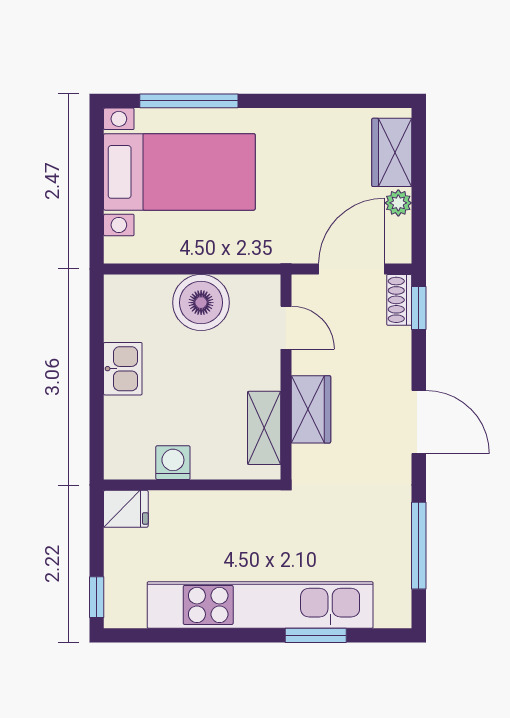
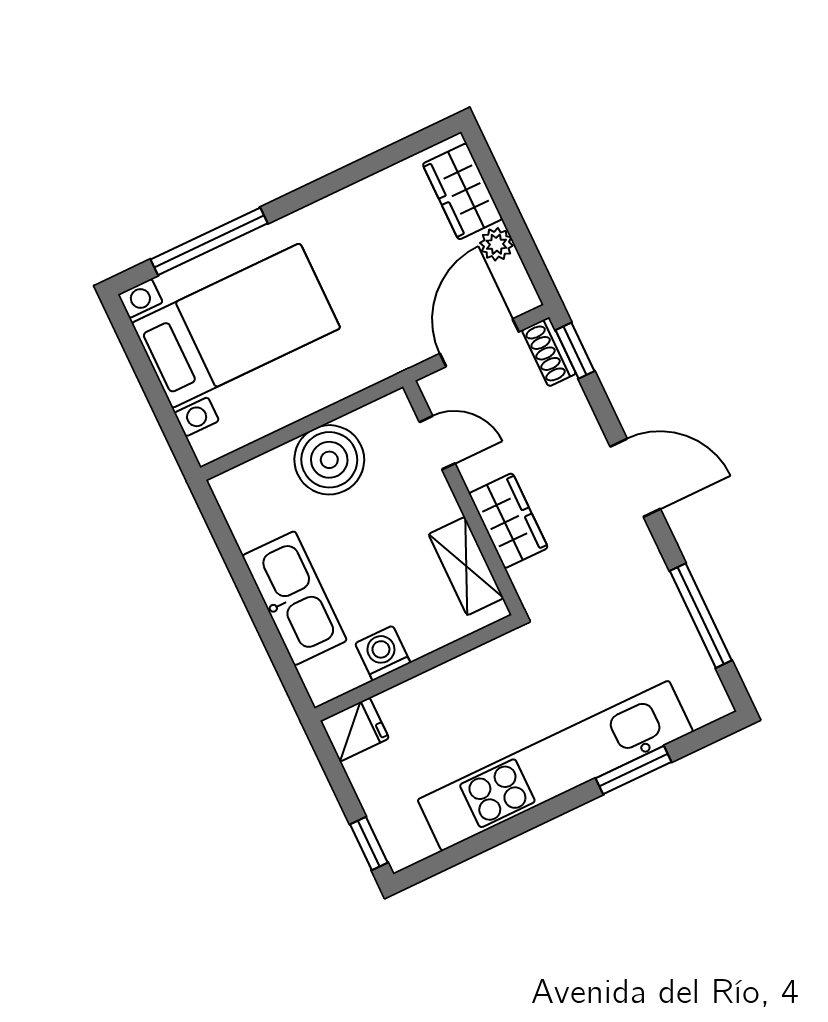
kitchen sink: (123, 369) -> (295, 598), width x1.88, depth x1.24

